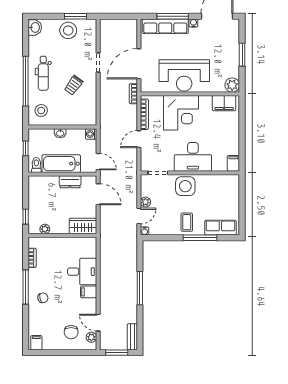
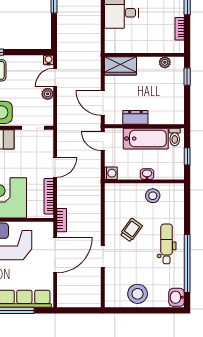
window: (76, 16) -> (129, 310), removed
window: (26, 81) -> (187, 263), moved
stool: (41, 110) -> (153, 196), moved

